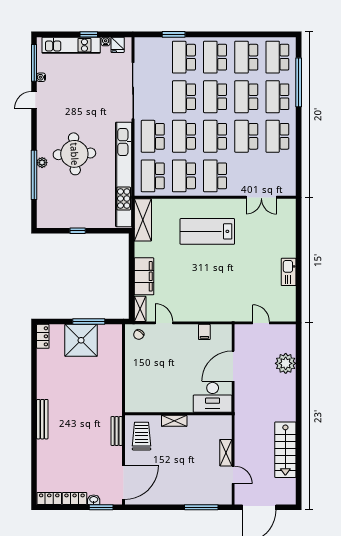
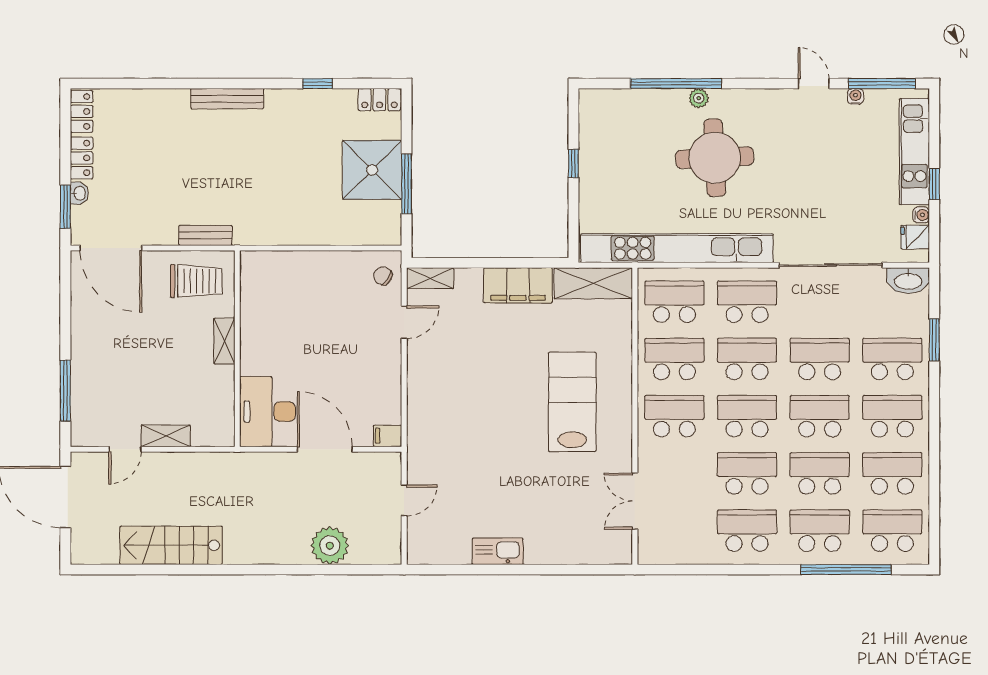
washbasin: (141, 49) -> (908, 281), added
filing cabinet: (144, 276) -> (518, 285), moved
filing cabinet: (204, 332) -> (387, 436), moved
window: (34, 370) -> (318, 84), added

